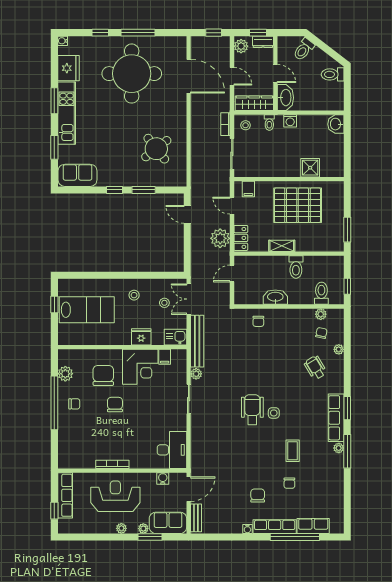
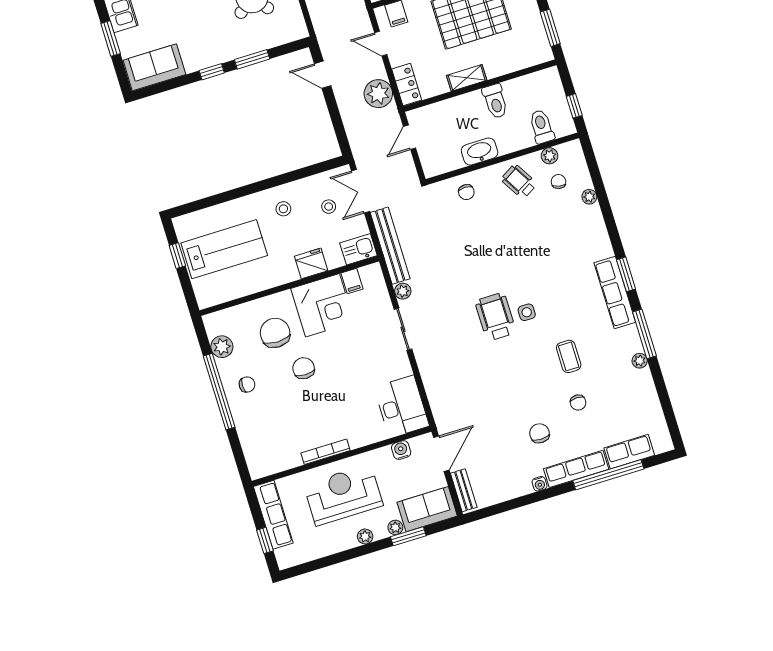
wheelchair: (315, 368) -> (519, 181), moved
plant: (339, 448) -> (640, 361), moved

